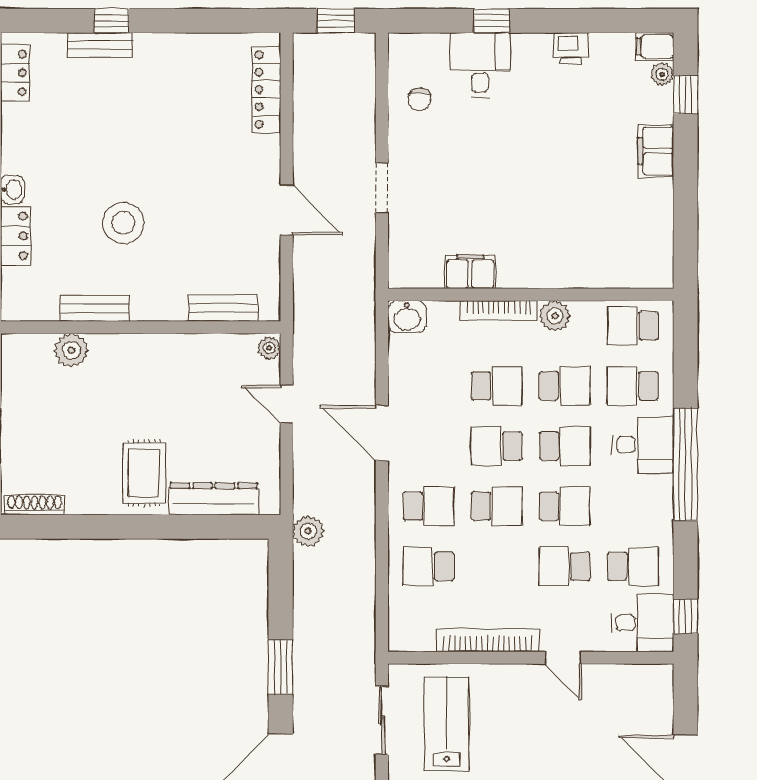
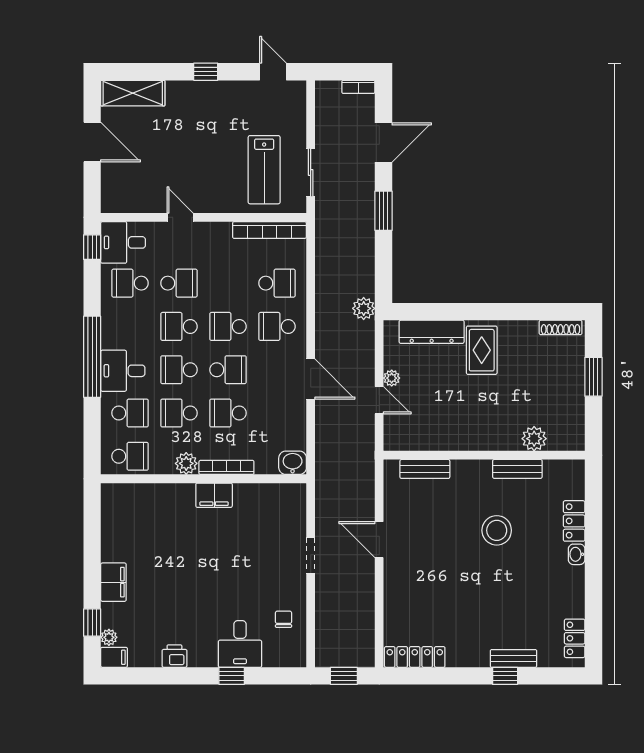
locker: (266, 89) -> (415, 657), moved, turned -90
filing cabinet: (470, 272) -> (214, 495), moved
plant: (269, 348) -> (392, 378), moved
bookcase: (488, 640) -> (269, 230), moved

